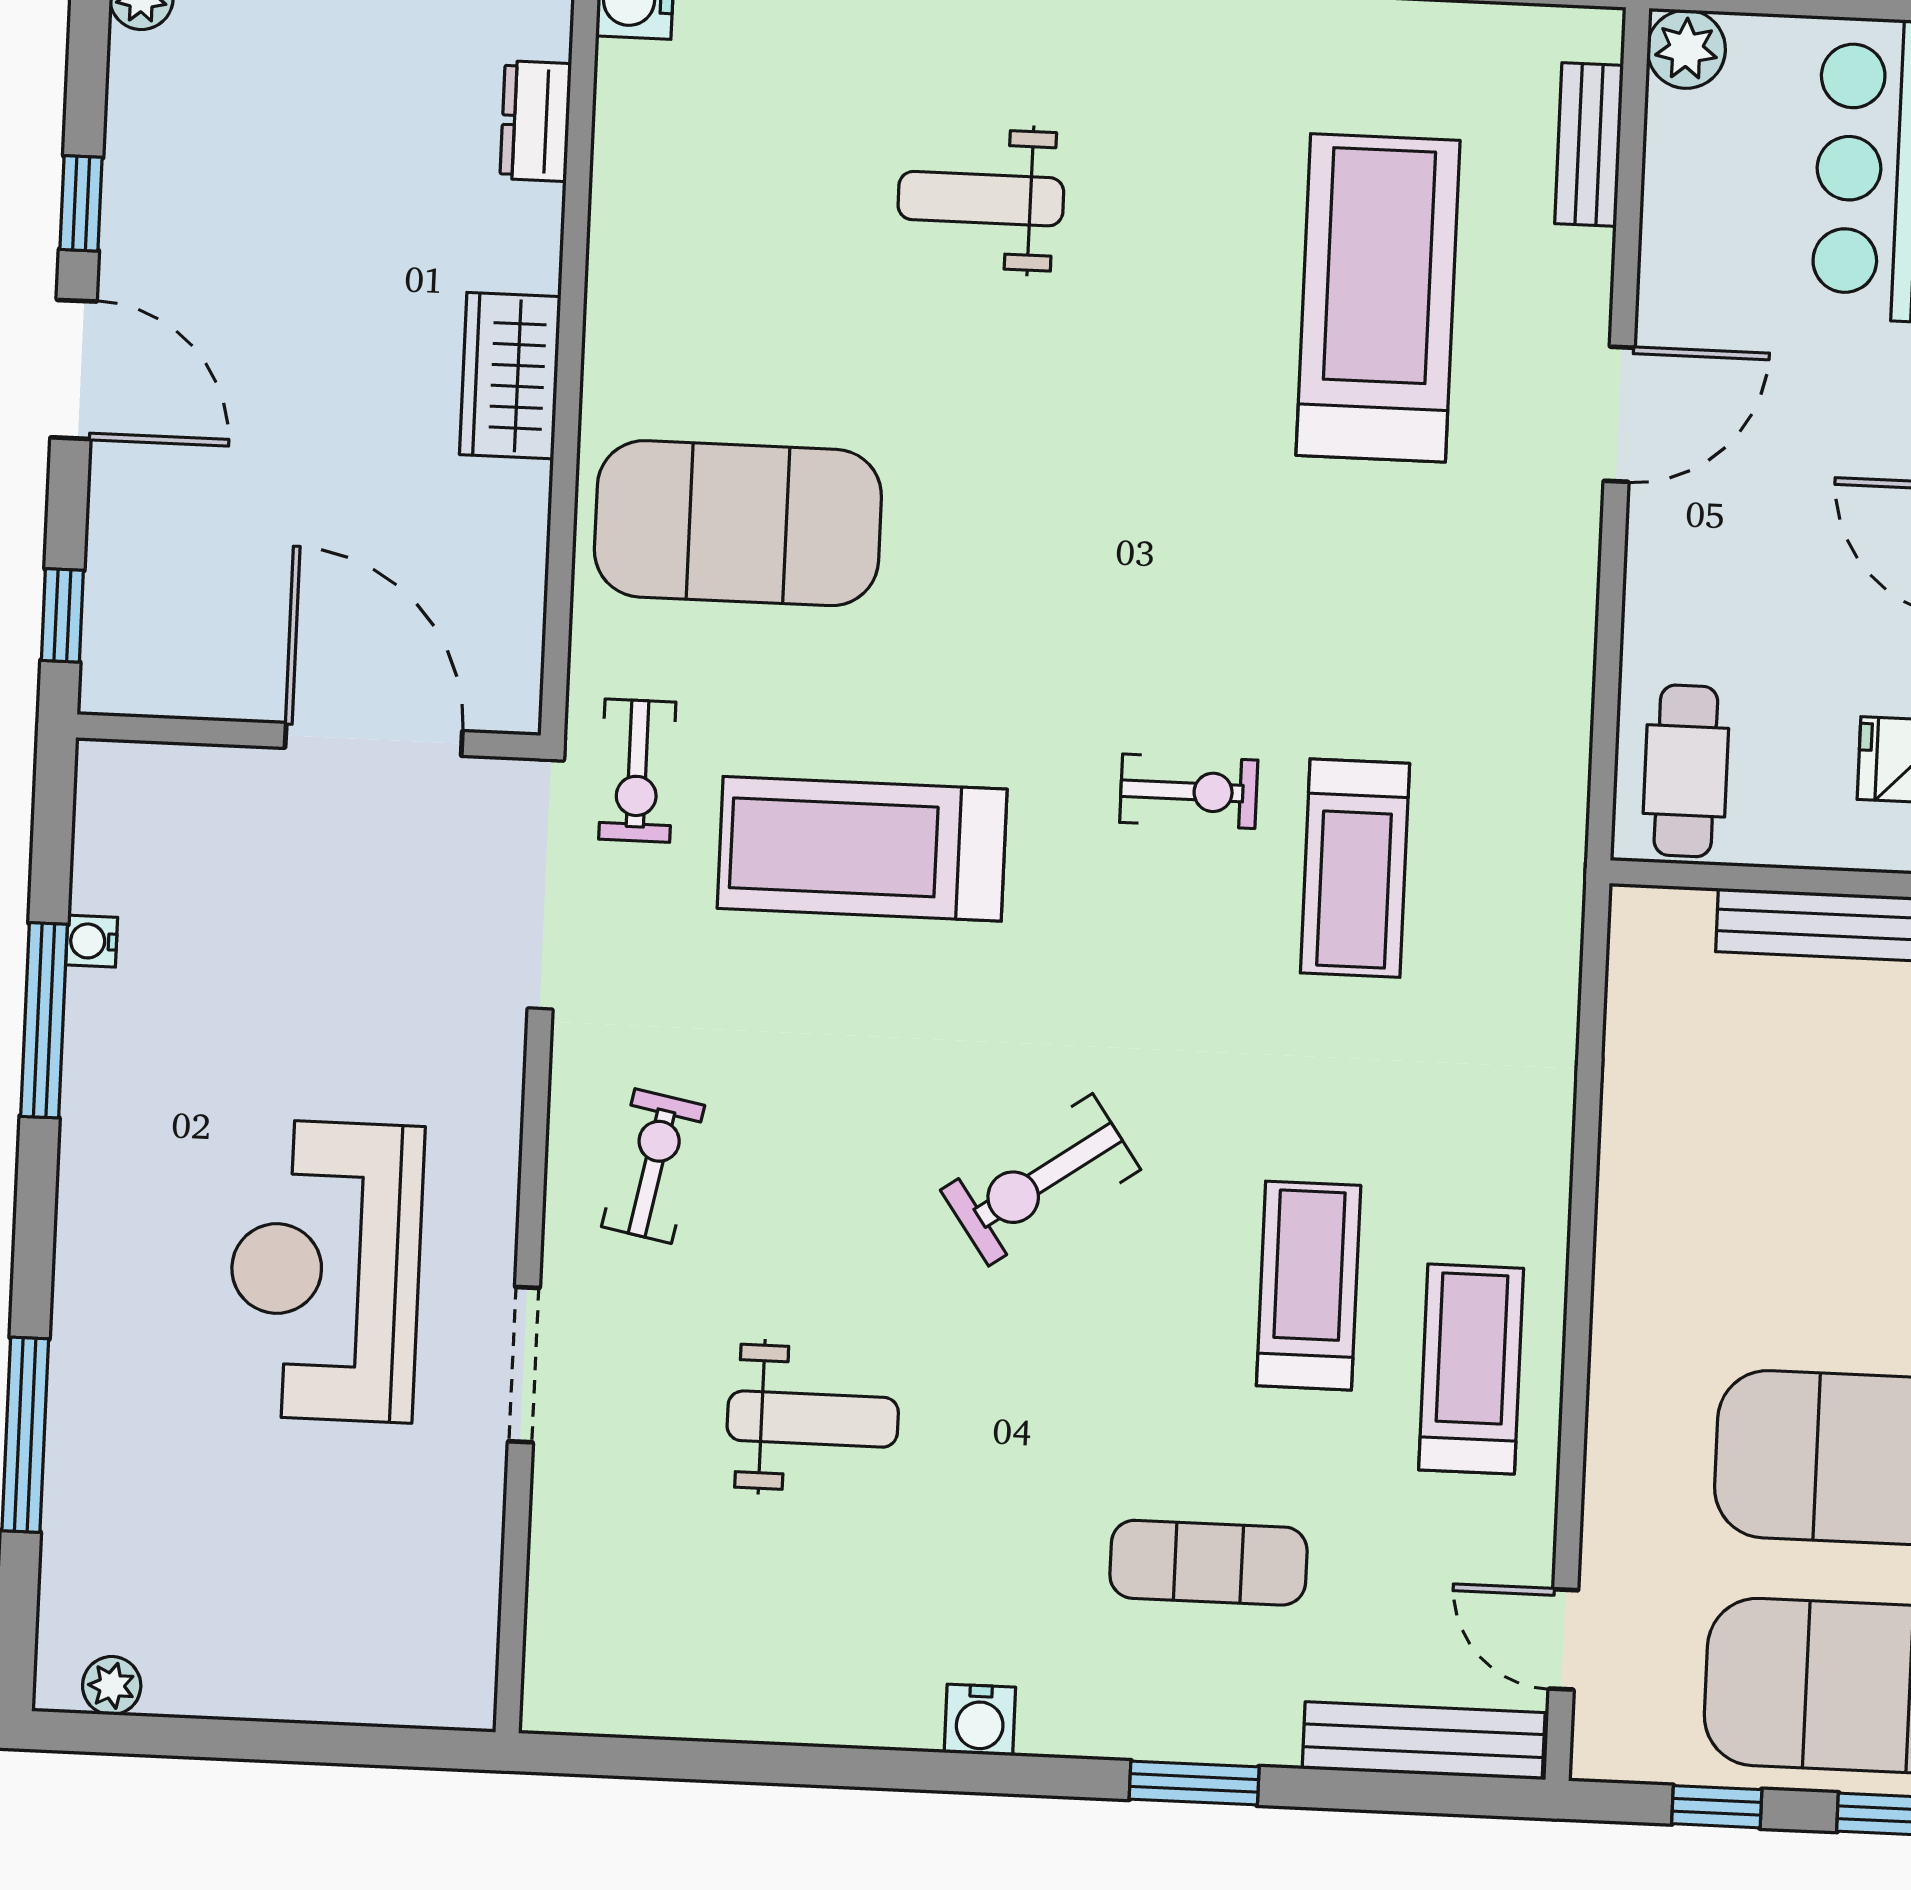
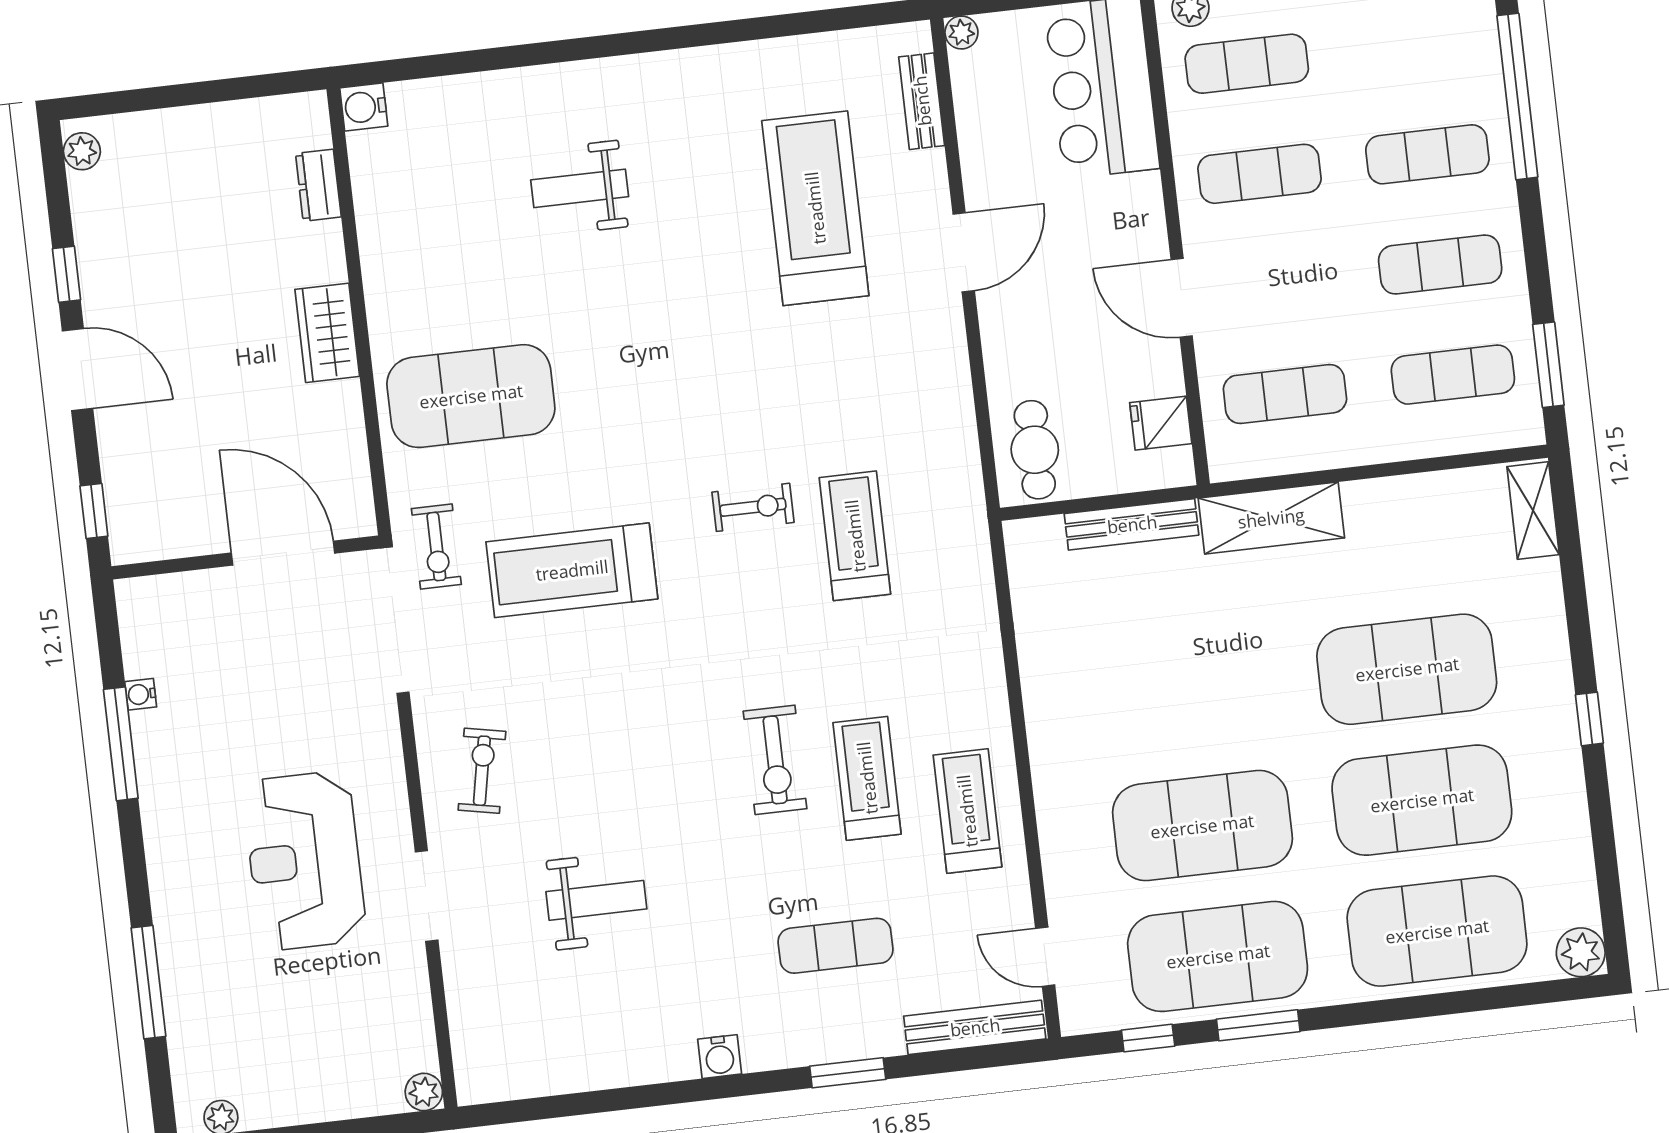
plant: (1686, 49) -> (961, 32), width x0.73, depth x0.73
treadmill: (1355, 868) -> (855, 536), turned 180
exercise bike: (1041, 1180) -> (775, 760), moved, turned -55
plant: (465, 1699) -> (424, 1092), added

